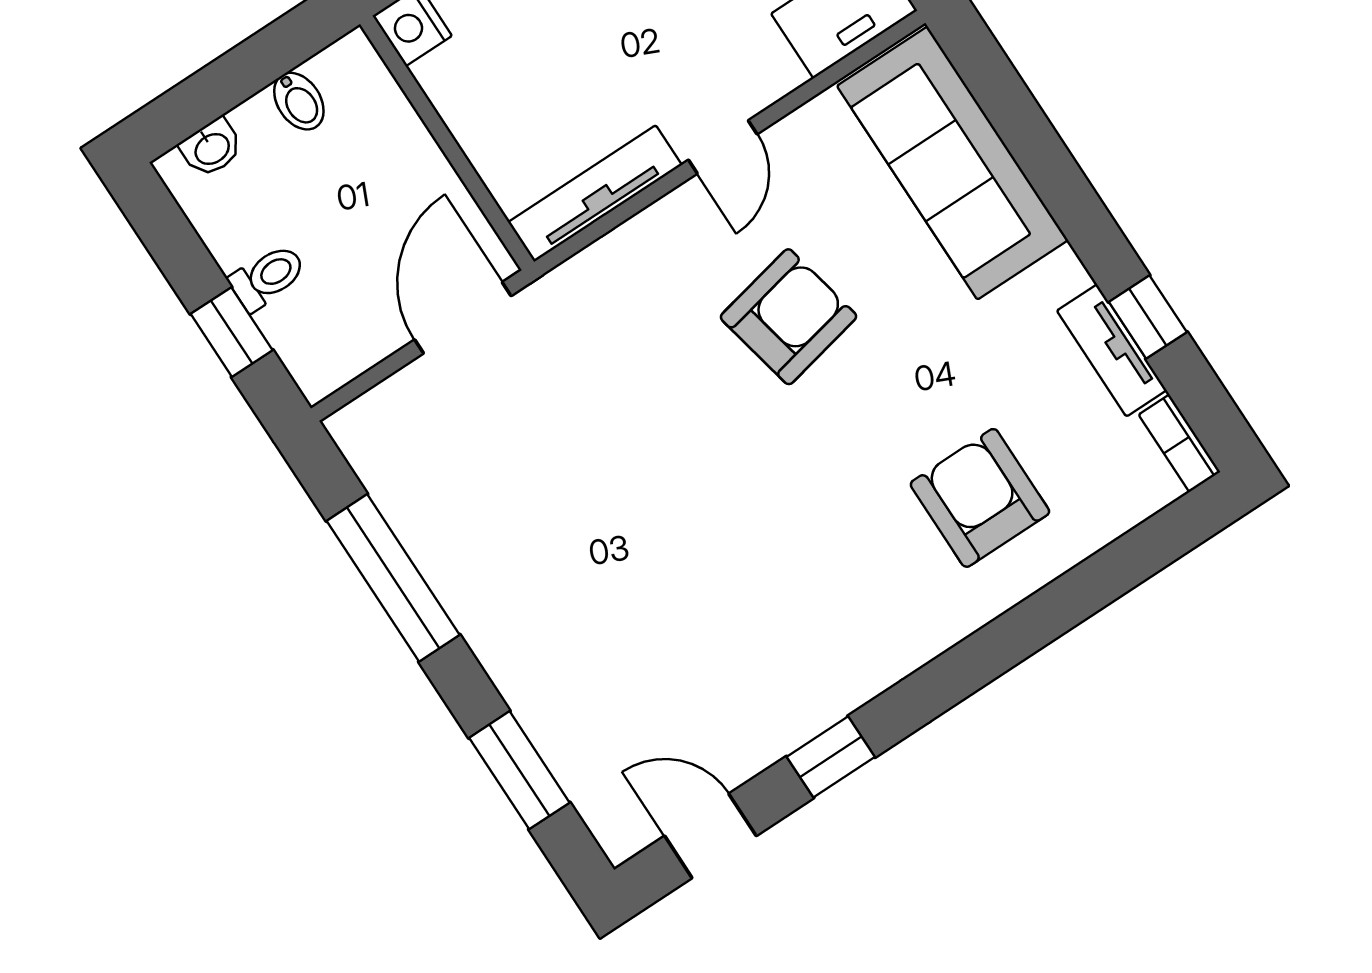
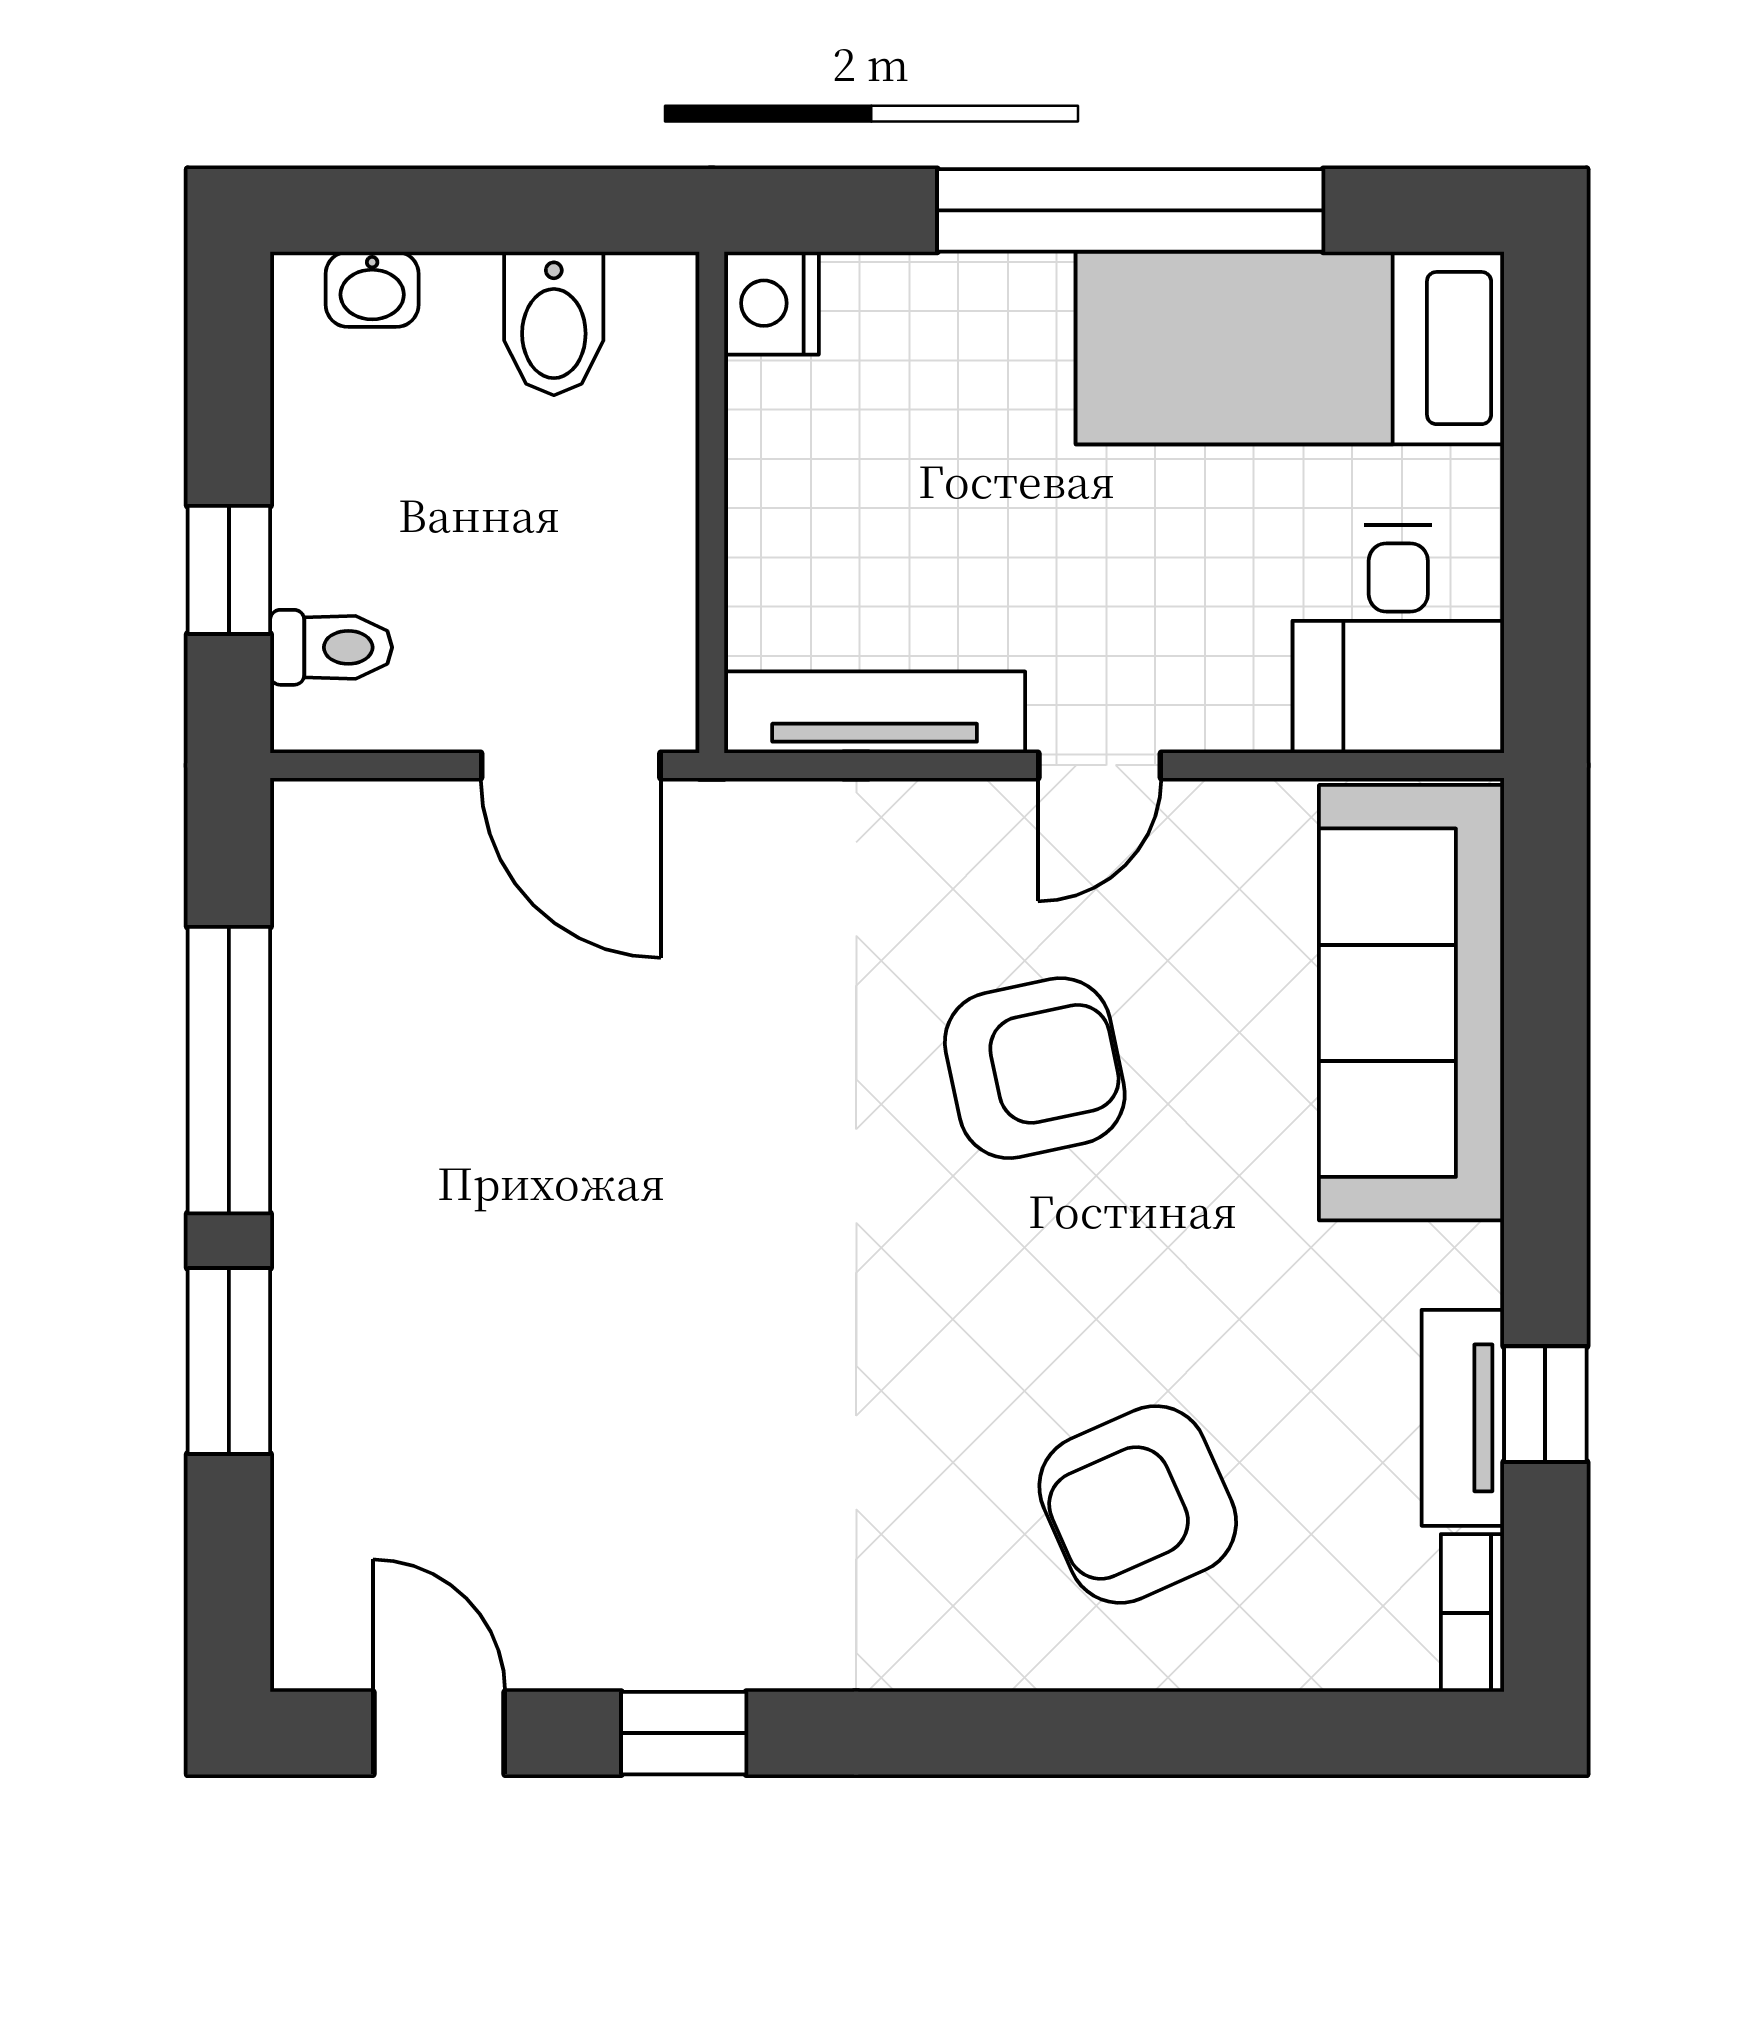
bidet: (299, 101) -> (554, 323), width x1.38, depth x1.36
toilet: (267, 277) -> (331, 647), moved
door: (463, 318) -> (571, 765), swing flipped
armchair: (980, 498) -> (1138, 1504), turned -114
window: (519, 770) -> (229, 1361), moved

